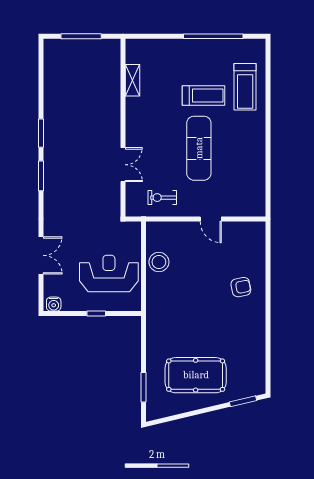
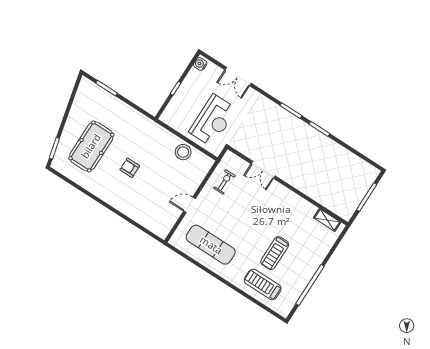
shelving: (133, 80) -> (327, 220), moved
exercise mat: (199, 148) -> (211, 245), moved
reception desk: (109, 274) -> (213, 120), moved
armchair: (241, 287) -> (130, 168), moved, turned 101
pool table: (196, 375) -> (91, 146), moved

